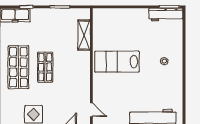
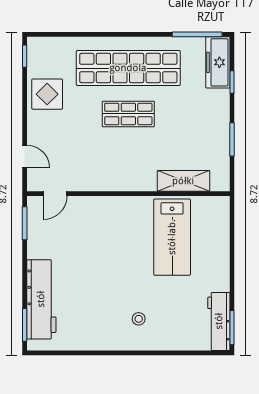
lab bench: (117, 62) -> (172, 237), moved, turned 180
shop shelf: (18, 67) -> (128, 68), width x1.40

